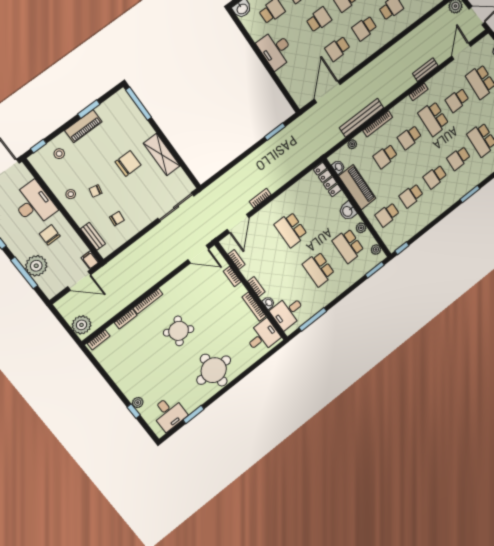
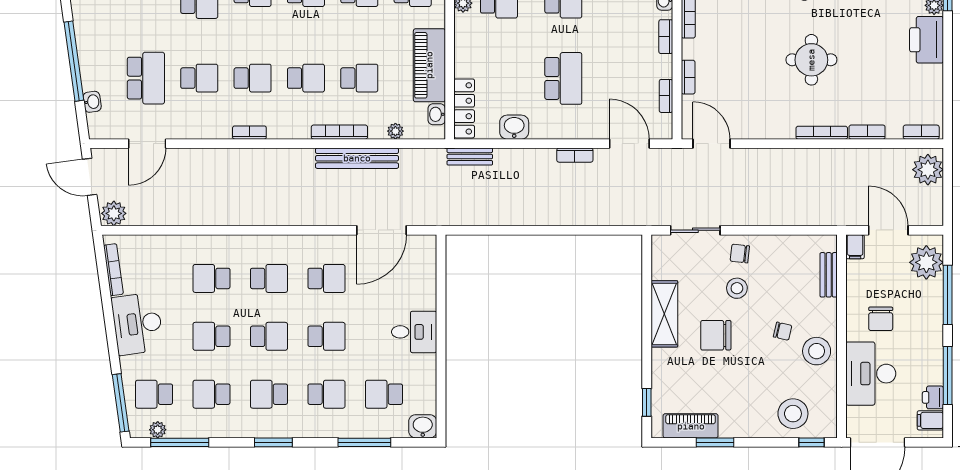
school desk: (319, 20) -> (326, 336), turned 180
desk: (276, 49) -> (414, 332), width x0.73
bench: (425, 70) -> (470, 157), moved
window: (139, 104) -> (647, 402), width x0.46
school desk: (433, 119) -> (253, 78), width x0.54
piano: (83, 126) -> (691, 426), moved
window: (275, 132) -> (492, 230), removed
stool: (59, 154) -> (793, 414), width x1.89, depth x1.89
stool: (71, 194) -> (817, 351), width x1.89, depth x1.89
stool: (135, 195) -> (737, 288), added
sliding door: (176, 207) -> (695, 230), width x0.73
washbasin: (348, 211) -> (514, 127), moved, turned -90
chair: (117, 219) -> (740, 254), moved
door: (238, 224) -> (629, 144), hinge flipped
plant: (36, 266) -> (926, 262), moved
round table: (179, 331) -> (811, 60), turned -31
printer: (129, 384) -> (927, 40), added

